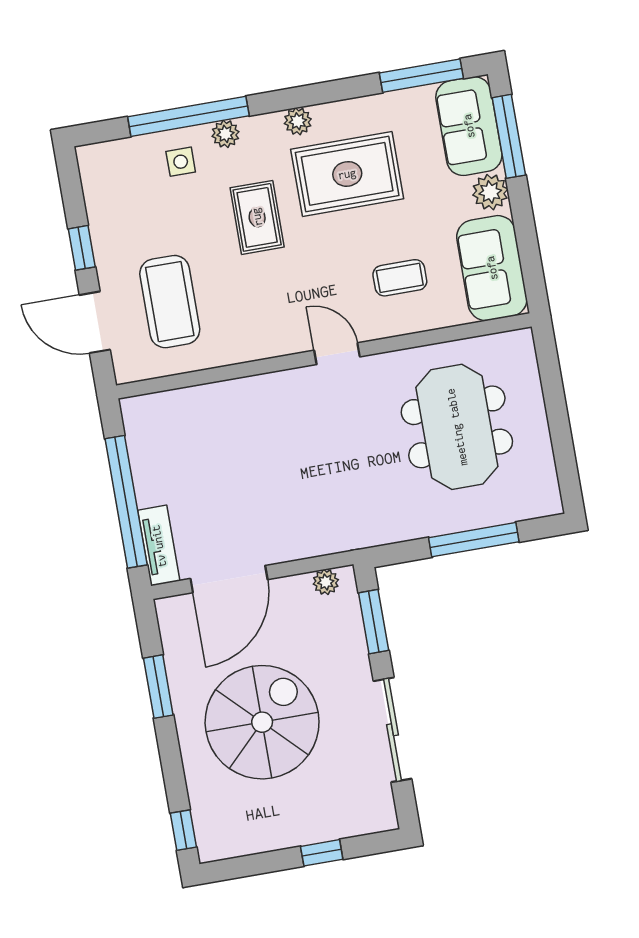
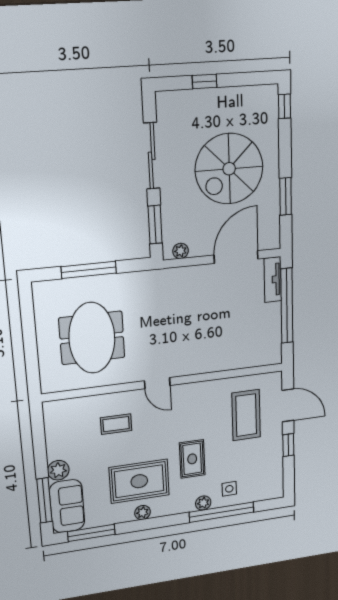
plant: (298, 121) -> (143, 512), moved
sofa: (492, 268) -> (62, 428), removed

